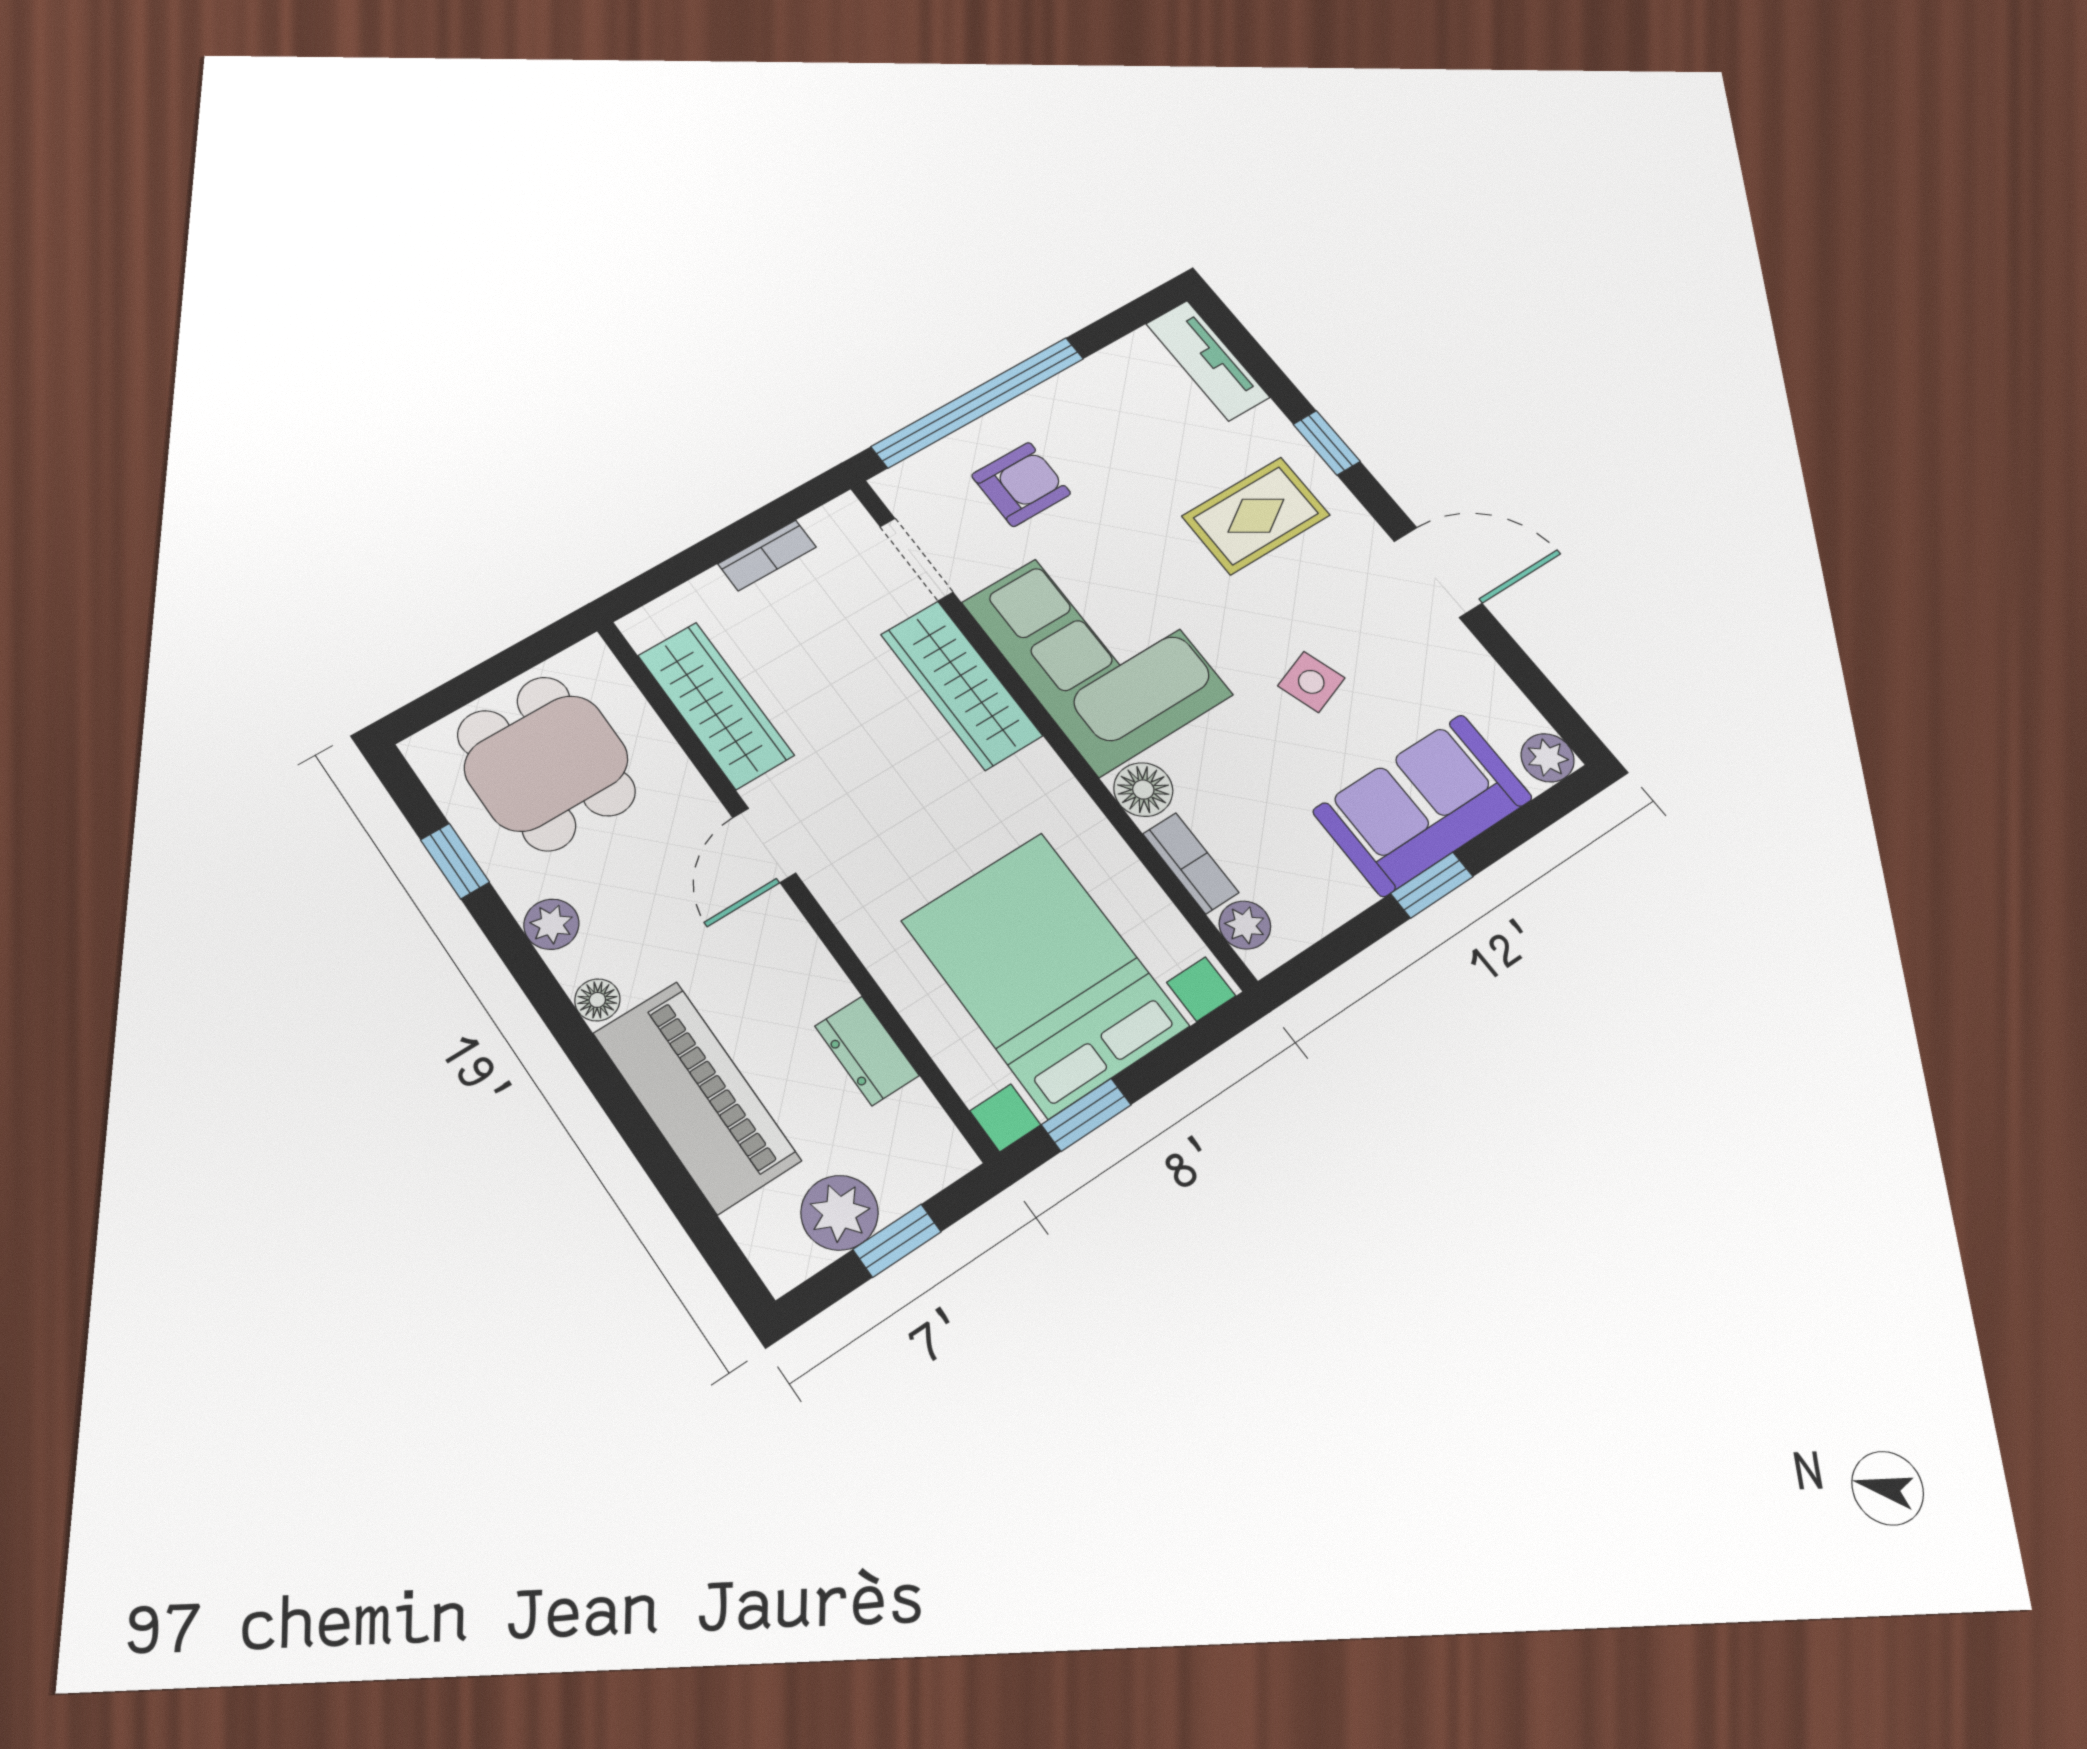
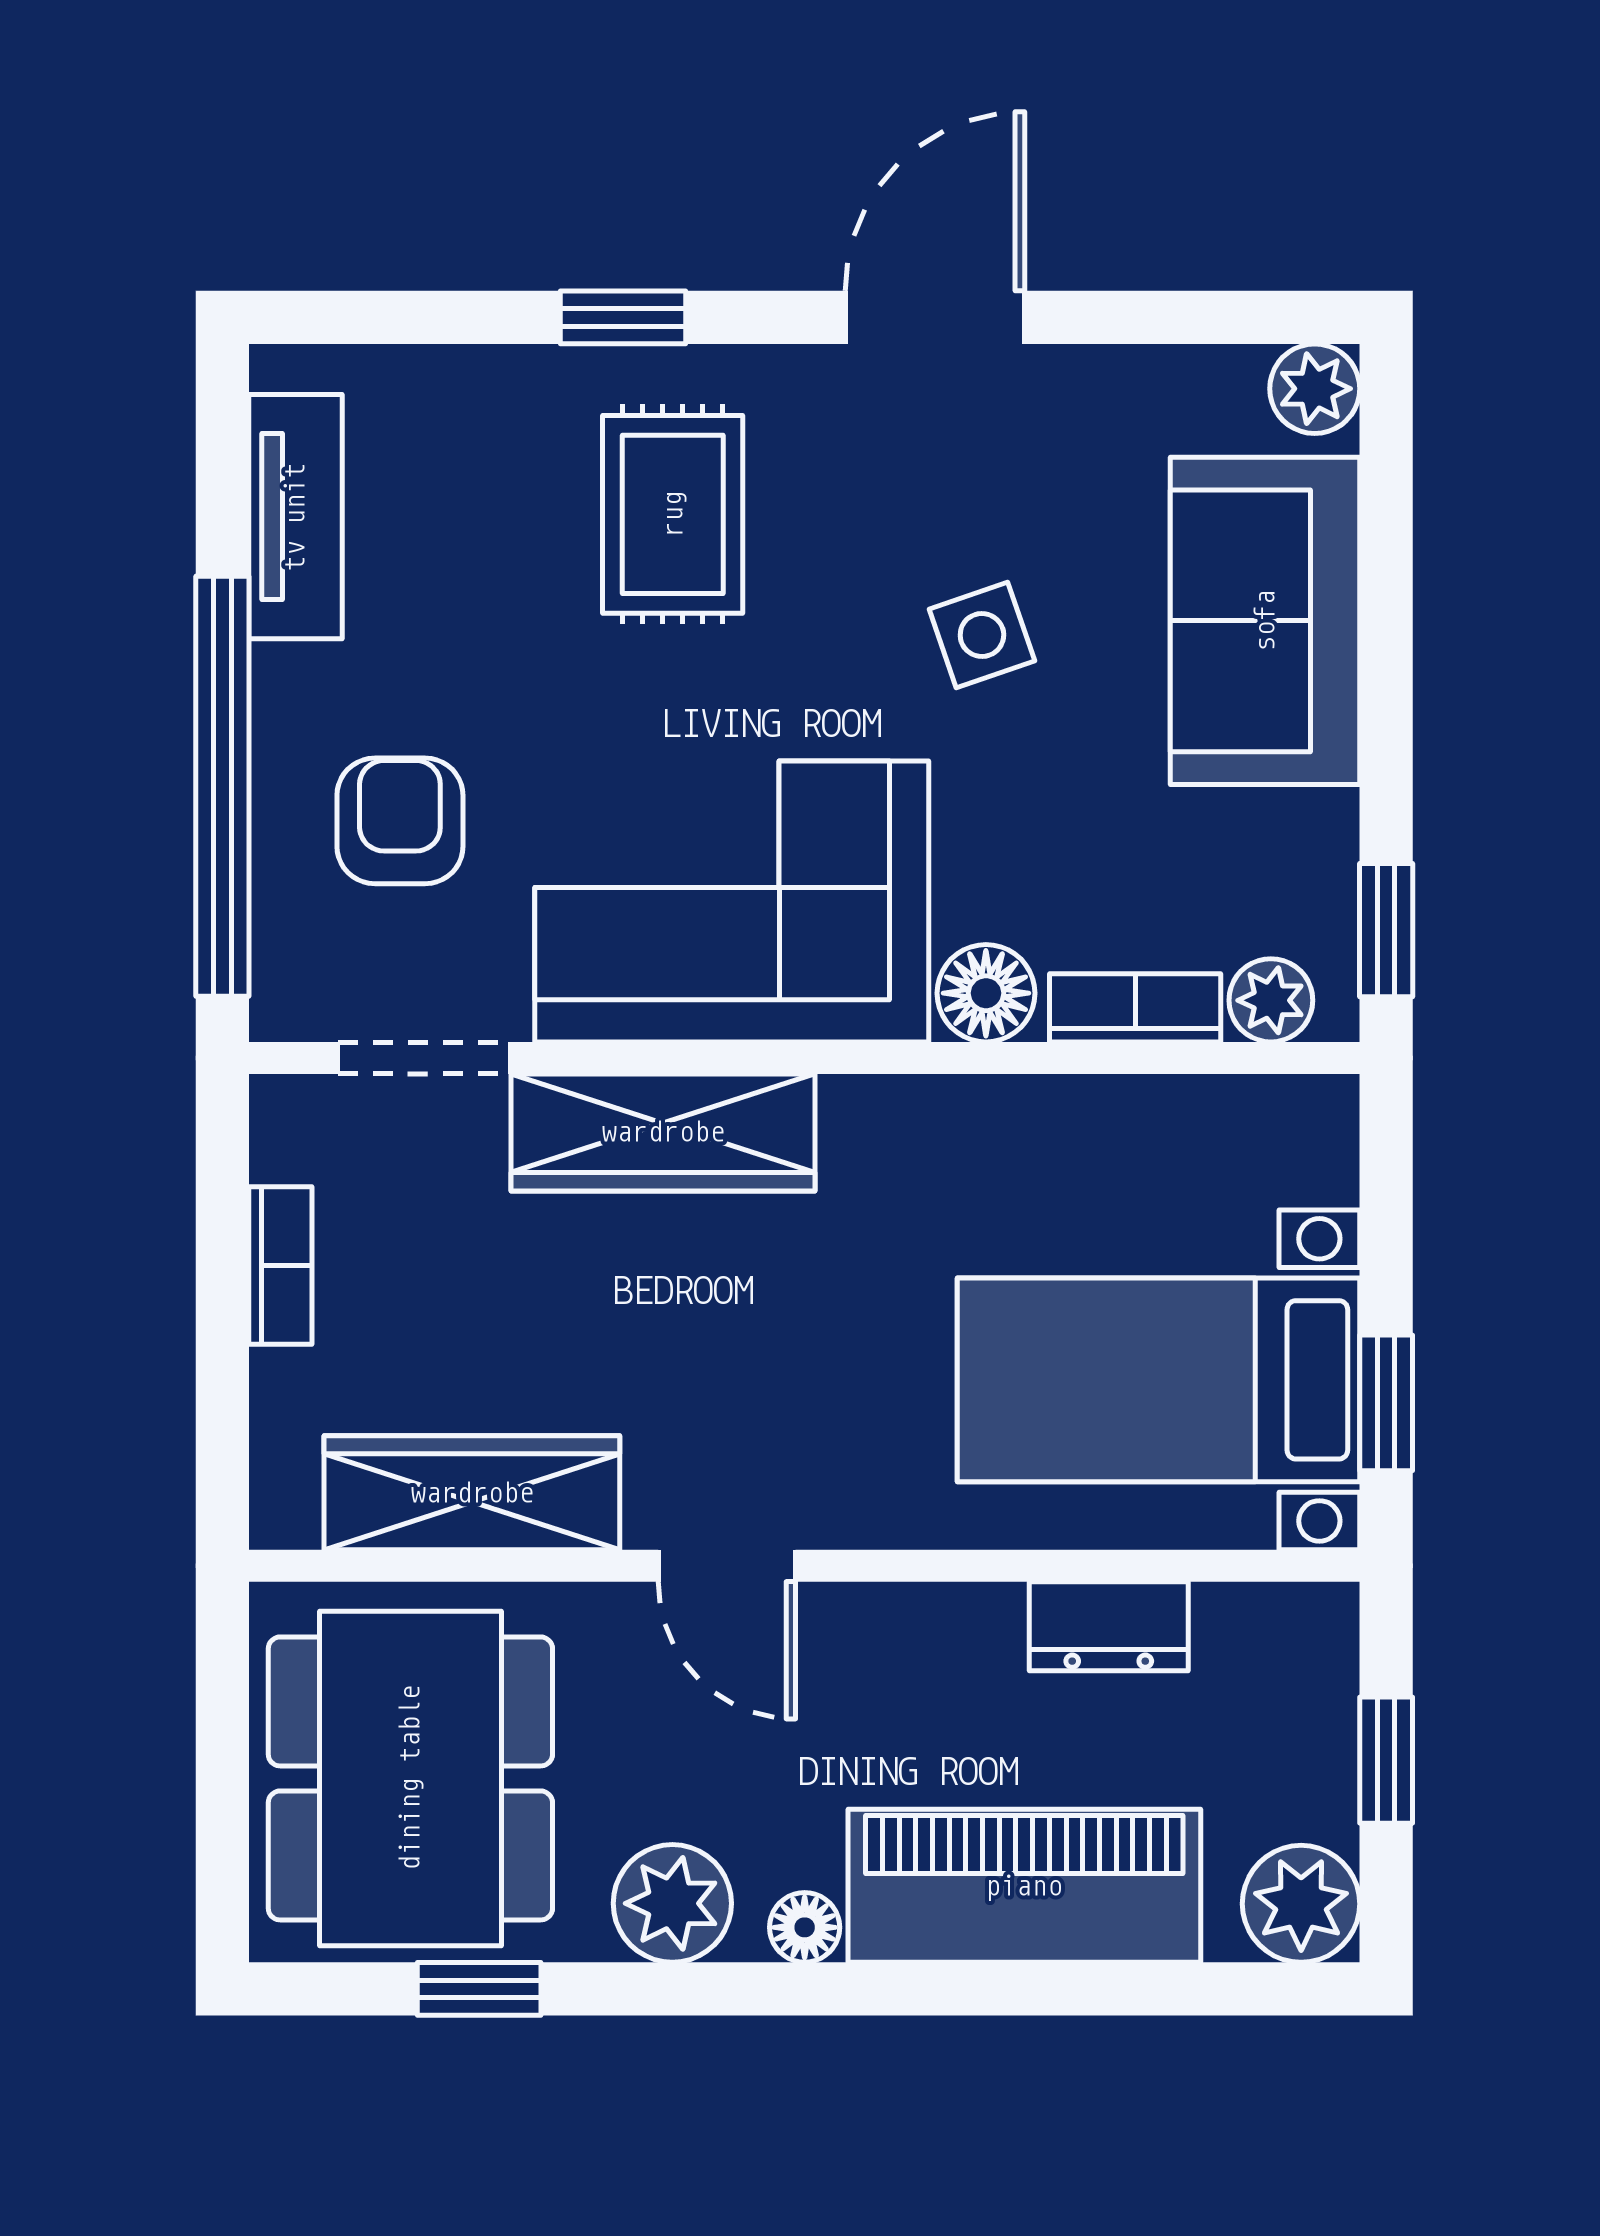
tv unit: (1208, 360) -> (295, 517), moved, turned -90
dining table: (546, 763) -> (410, 1778), width x1.37
window: (1432, 885) -> (1386, 930), moved
plant: (551, 924) -> (672, 1903), width x1.38, depth x1.38
bed with nightstands: (1045, 973) -> (1158, 1380), width x0.73
plant: (840, 1213) -> (1301, 1904), moved

